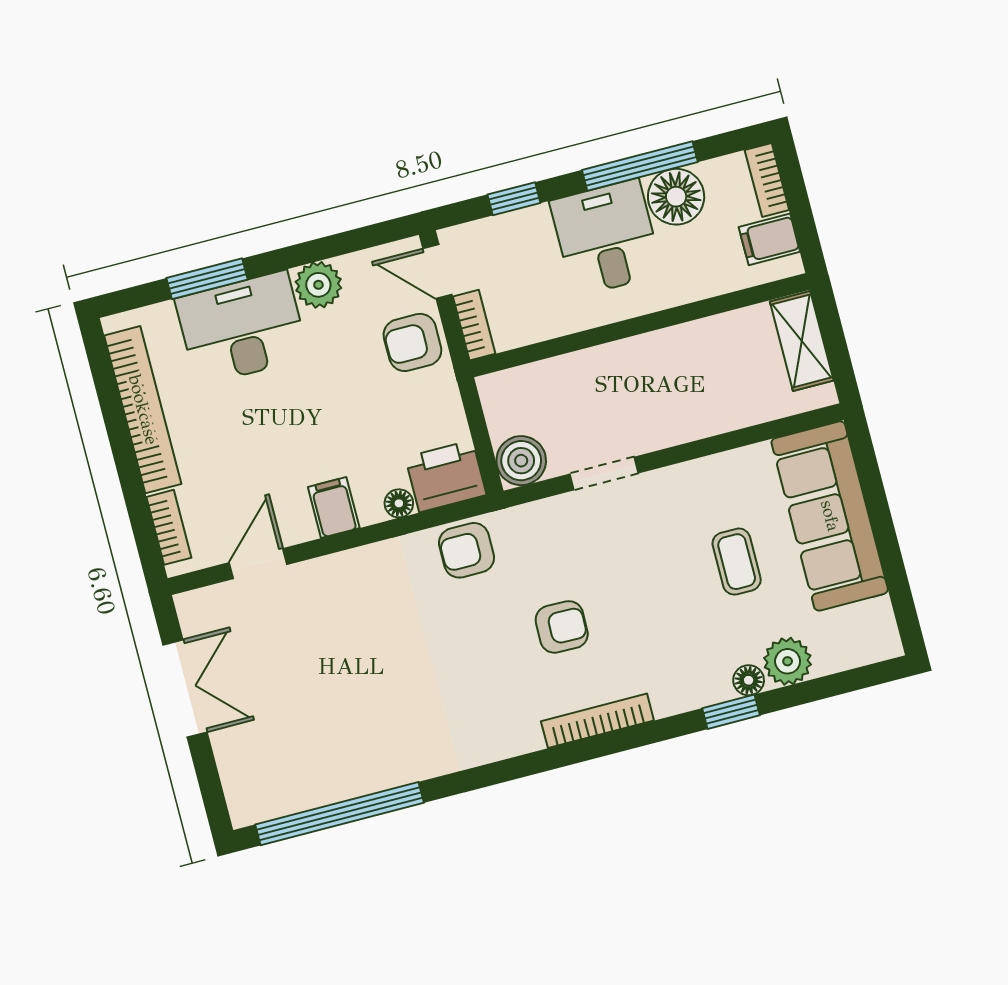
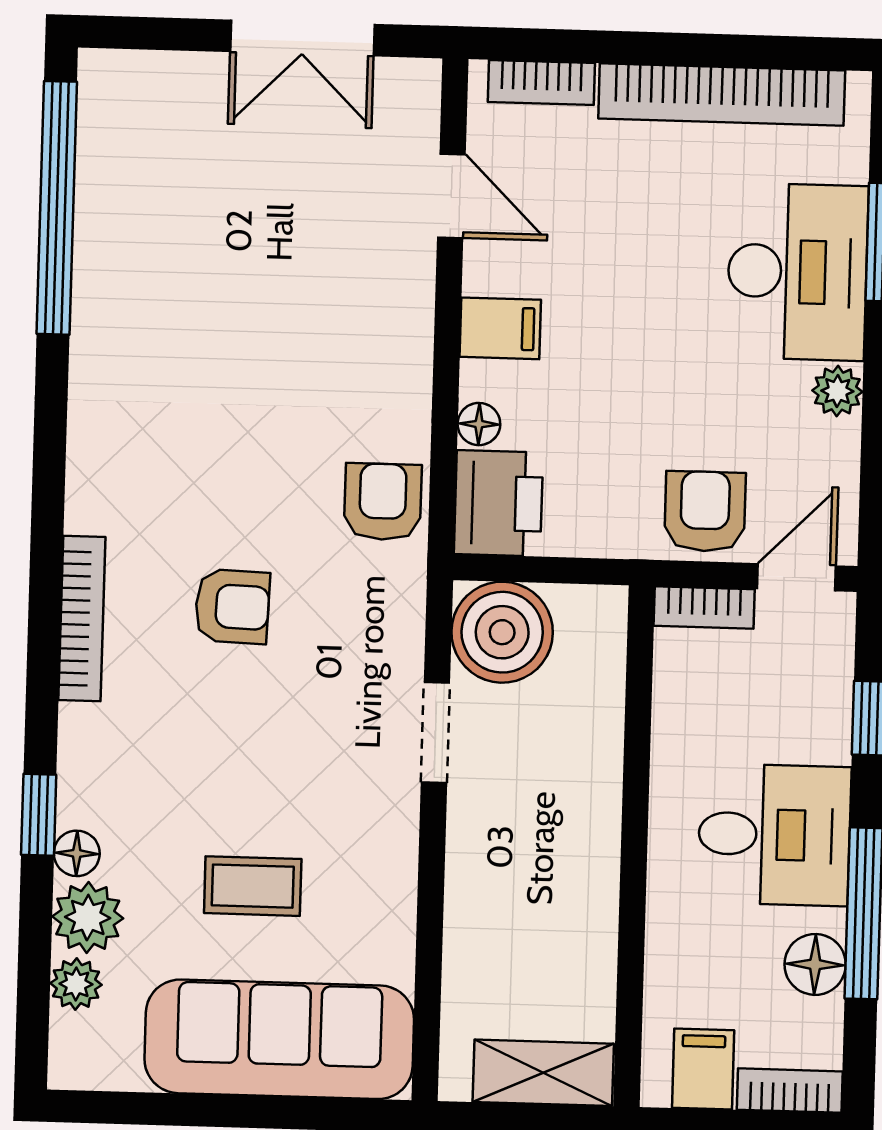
floor lamp: (676, 197) -> (815, 964), width x0.73, depth x0.73
plant: (318, 285) -> (837, 391), width x0.73, depth x0.73
boiler: (521, 461) -> (502, 632), width x1.37, depth x1.37
armchair: (562, 627) -> (232, 607), turned -89
plant: (832, 656) -> (76, 984), added

